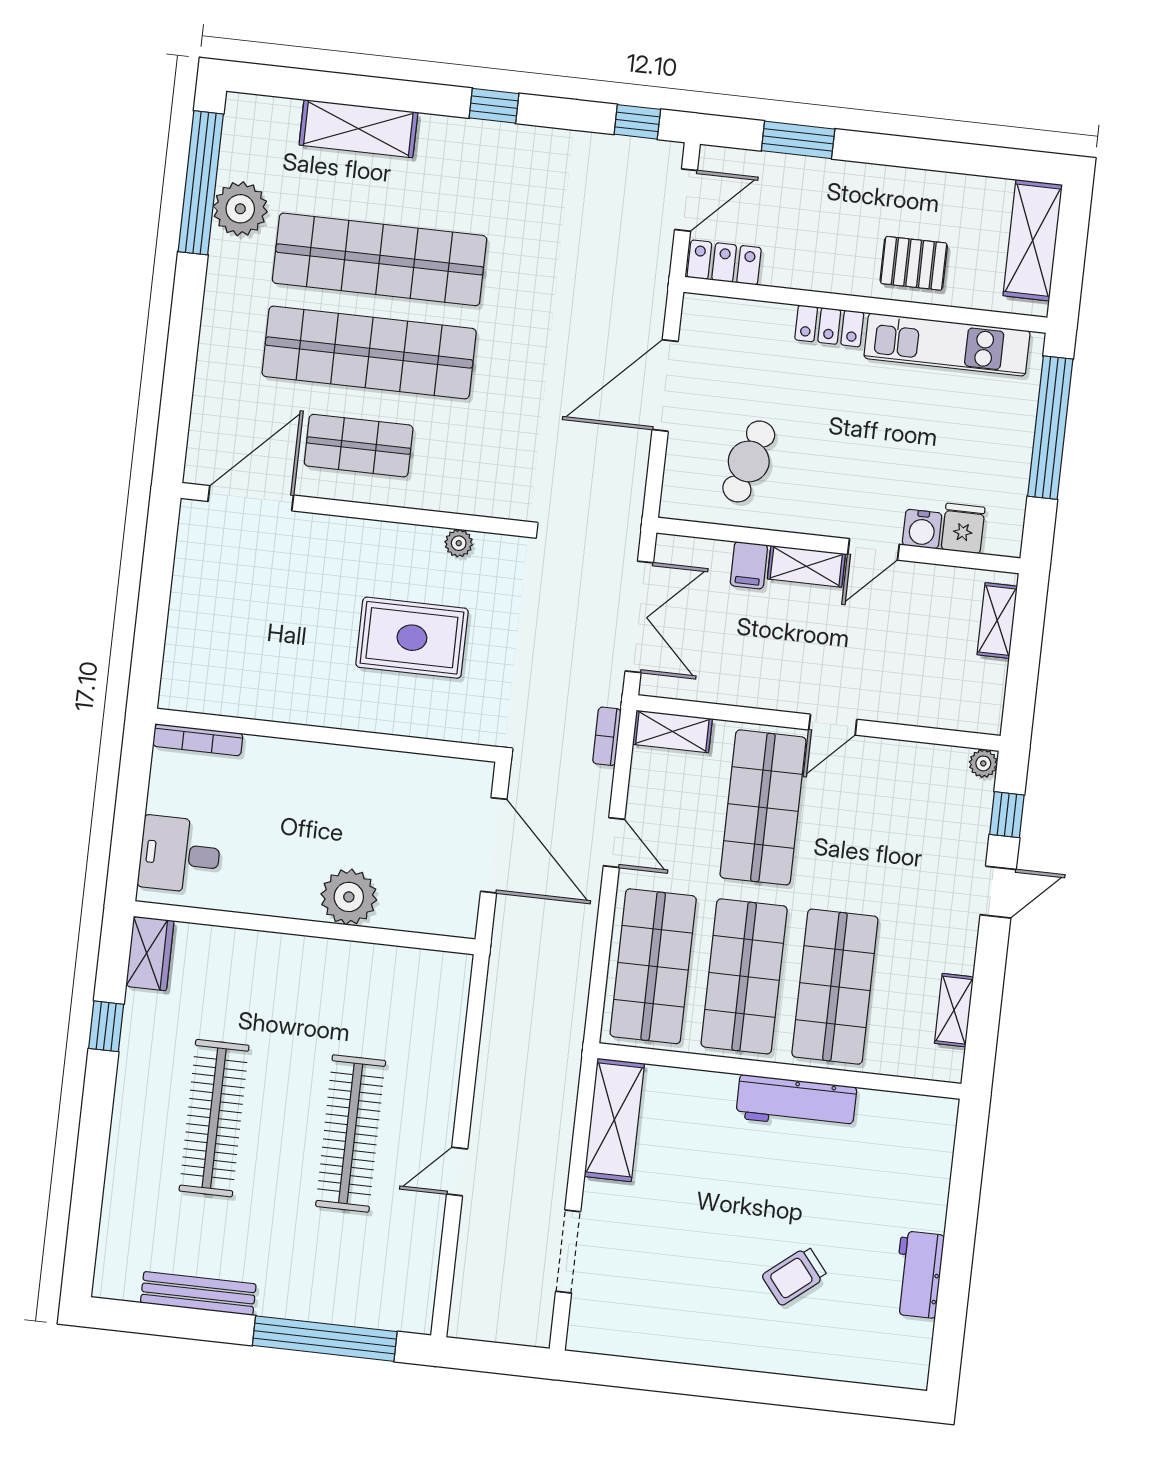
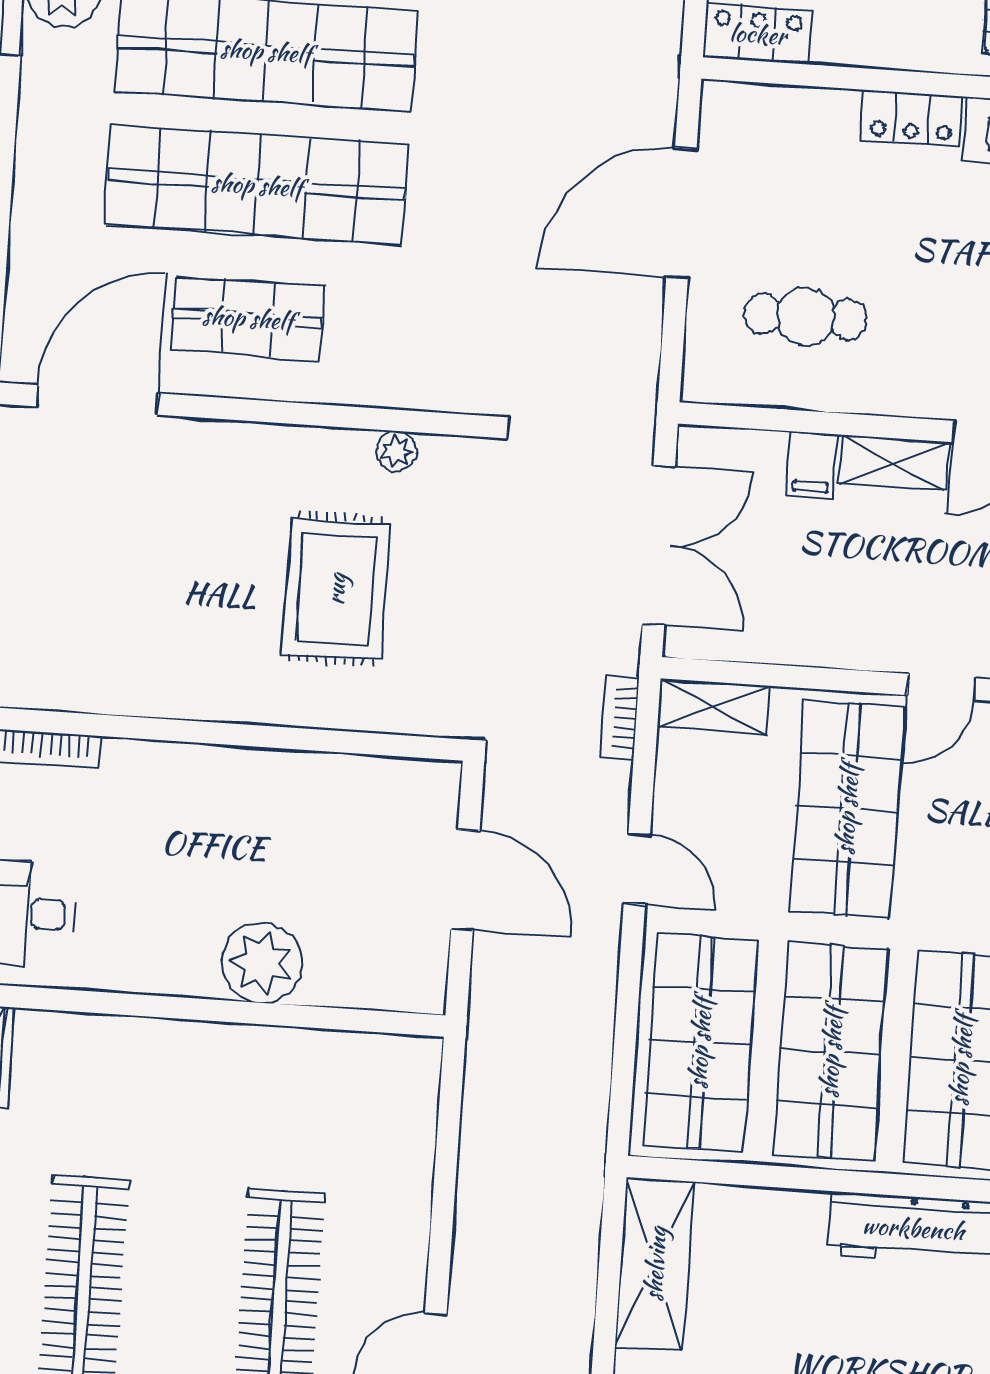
cafe table: (749, 461) -> (805, 316), turned 73
rug: (412, 638) -> (336, 589), turned 90
door: (494, 845) -> (465, 880), width x0.73

